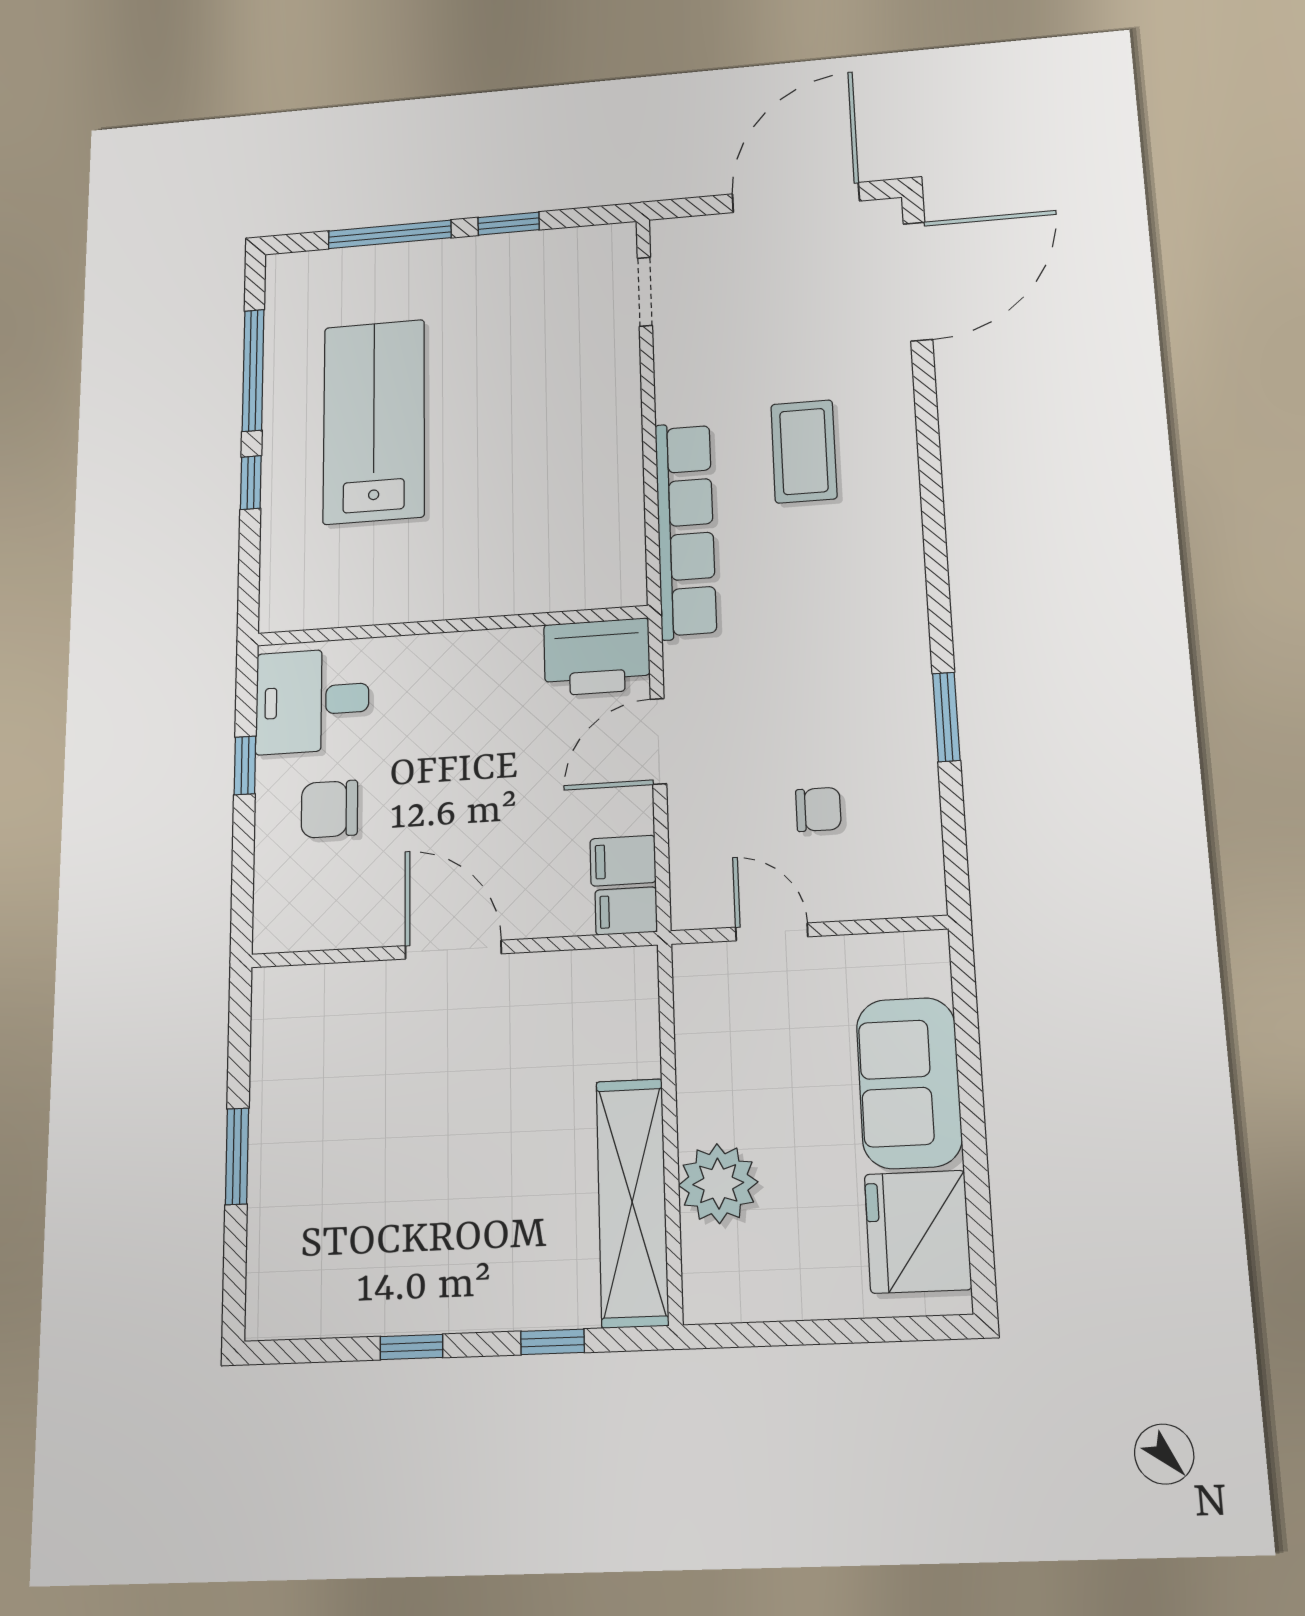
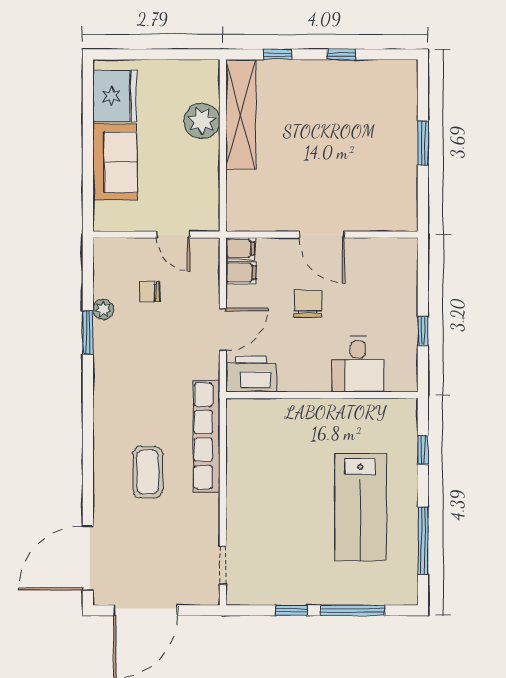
window: (251, 483) -> (423, 450), moved
desk: (312, 701) -> (358, 364), moved, turned 90
plant: (916, 766) -> (103, 309), added
chair: (329, 809) -> (308, 304), moved, turned -90

